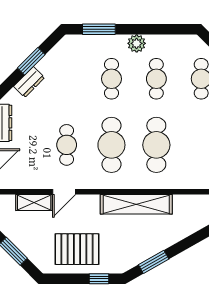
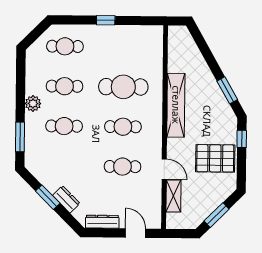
cafe table: (111, 145) -> (123, 127), width x0.73, depth x0.74
pallet: (77, 249) -> (215, 158), turned 90

